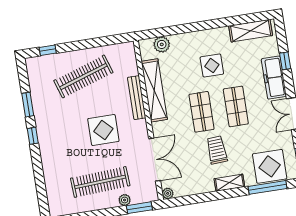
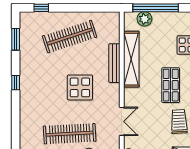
window: (172, 31) -> (156, 8), added
window: (28, 105) -> (16, 39), moved
double door: (155, 160) -> (122, 121), width x0.73

